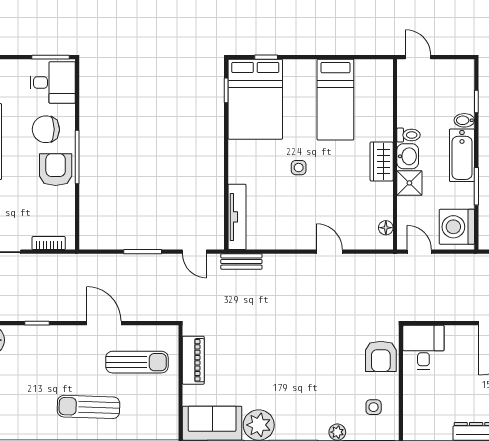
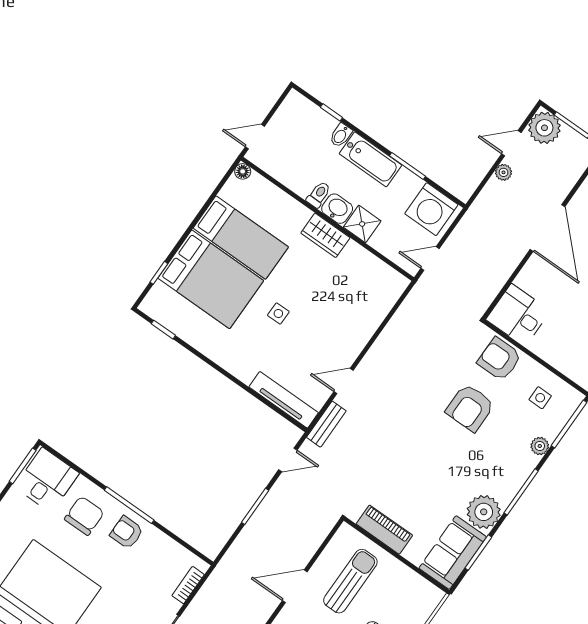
bed: (255, 99) -> (211, 279), moved
chair: (46, 129) -> (84, 516), turned 180
armchair: (56, 170) -> (127, 532), width x0.72, depth x0.72
floor lamp: (386, 228) -> (243, 171), moved
door: (329, 252) -> (344, 381), moved
armchair: (381, 356) -> (499, 359), turned 180
armchair: (329, 360) -> (470, 408), added

